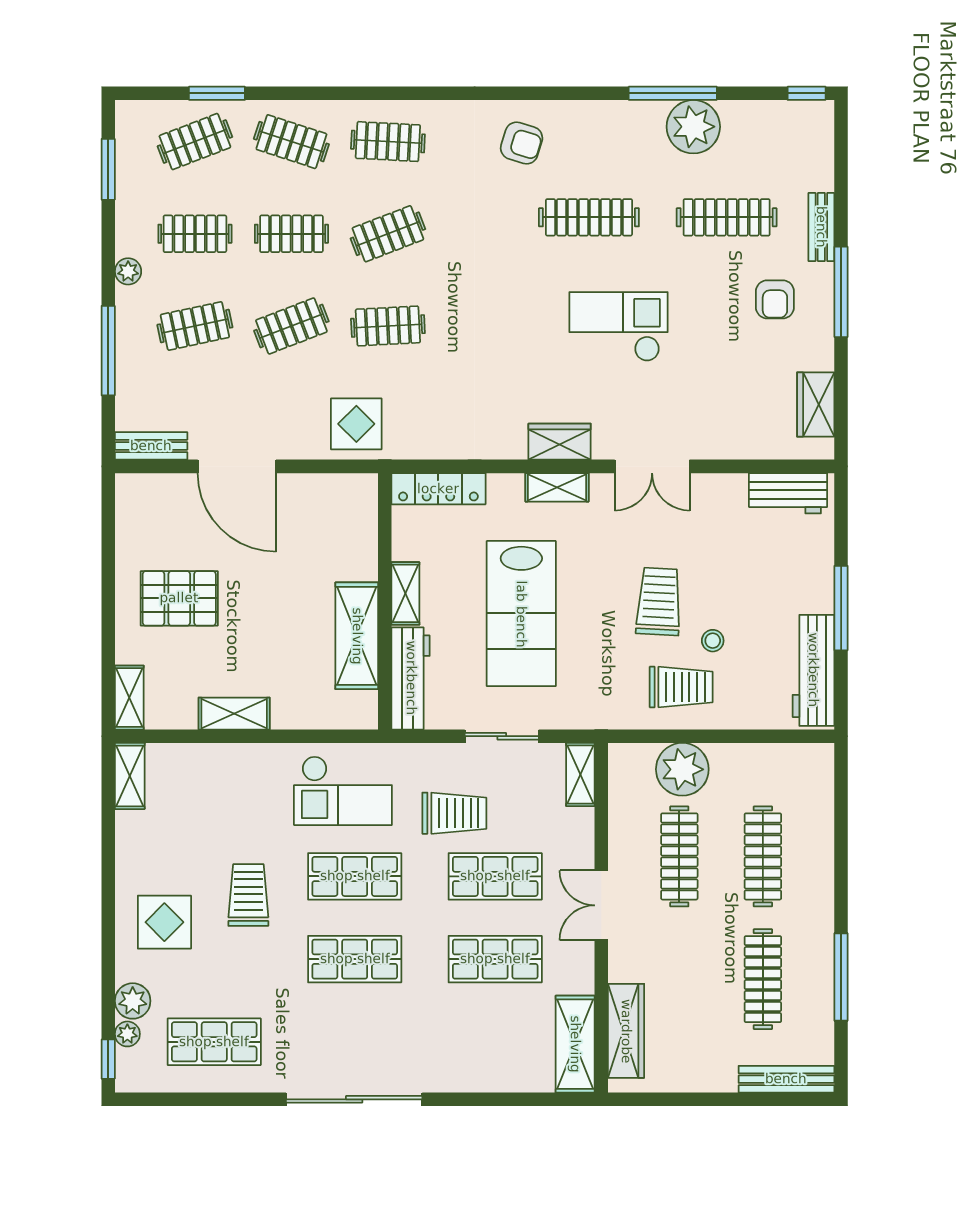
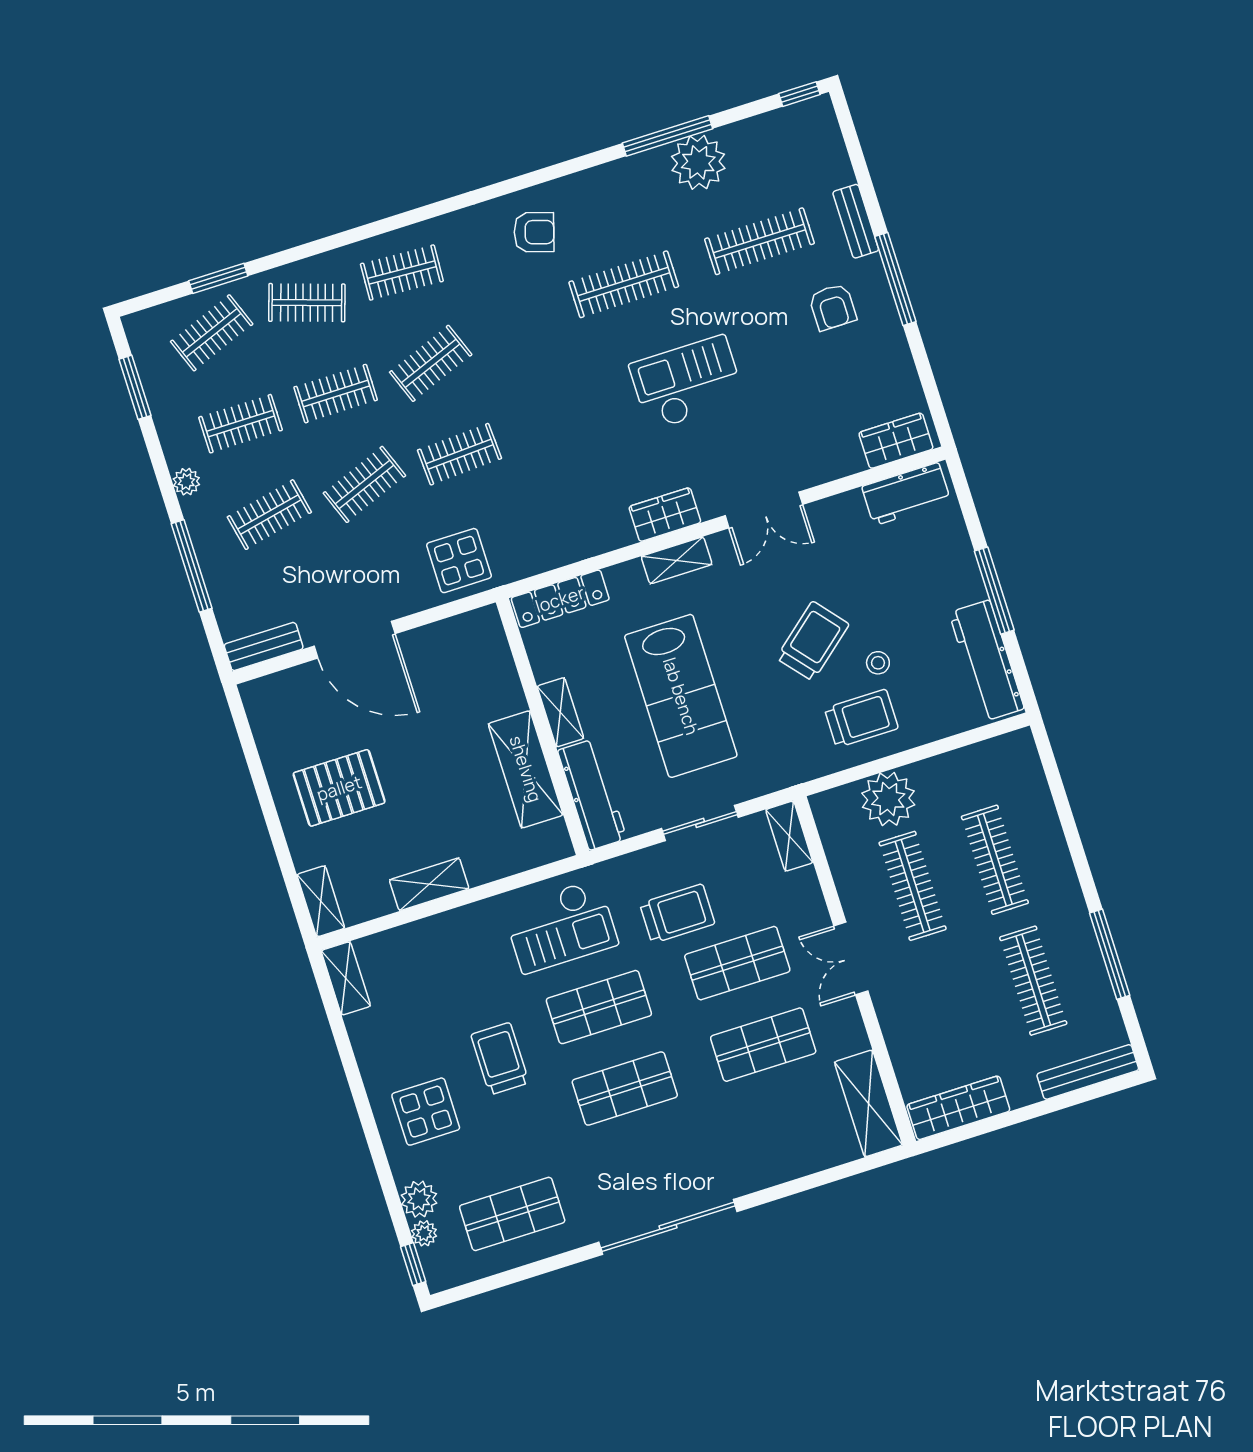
wardrobe: (816, 405) -> (896, 441), moved, turned 90
trolley: (659, 602) -> (813, 641), turned 47
wardrobe: (626, 1031) -> (958, 1108), moved, turned -90

